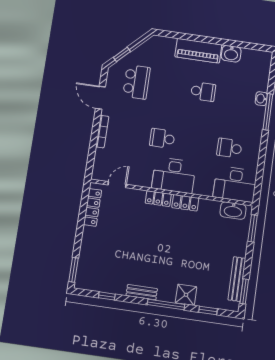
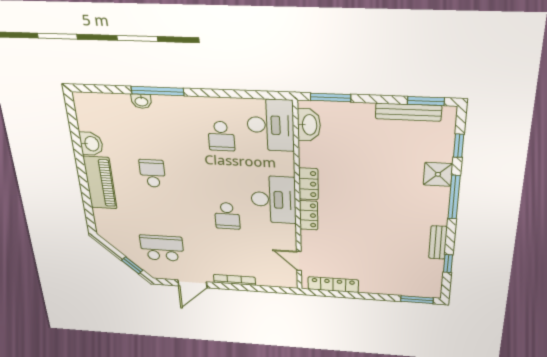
bench: (142, 292) -> (438, 242), moved

